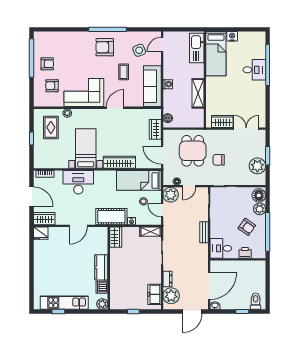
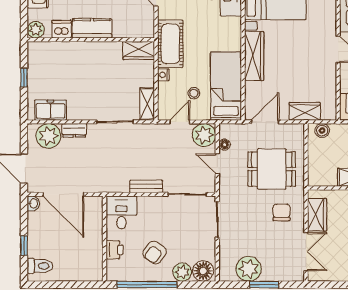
chair: (219, 160) -> (281, 212), moved

